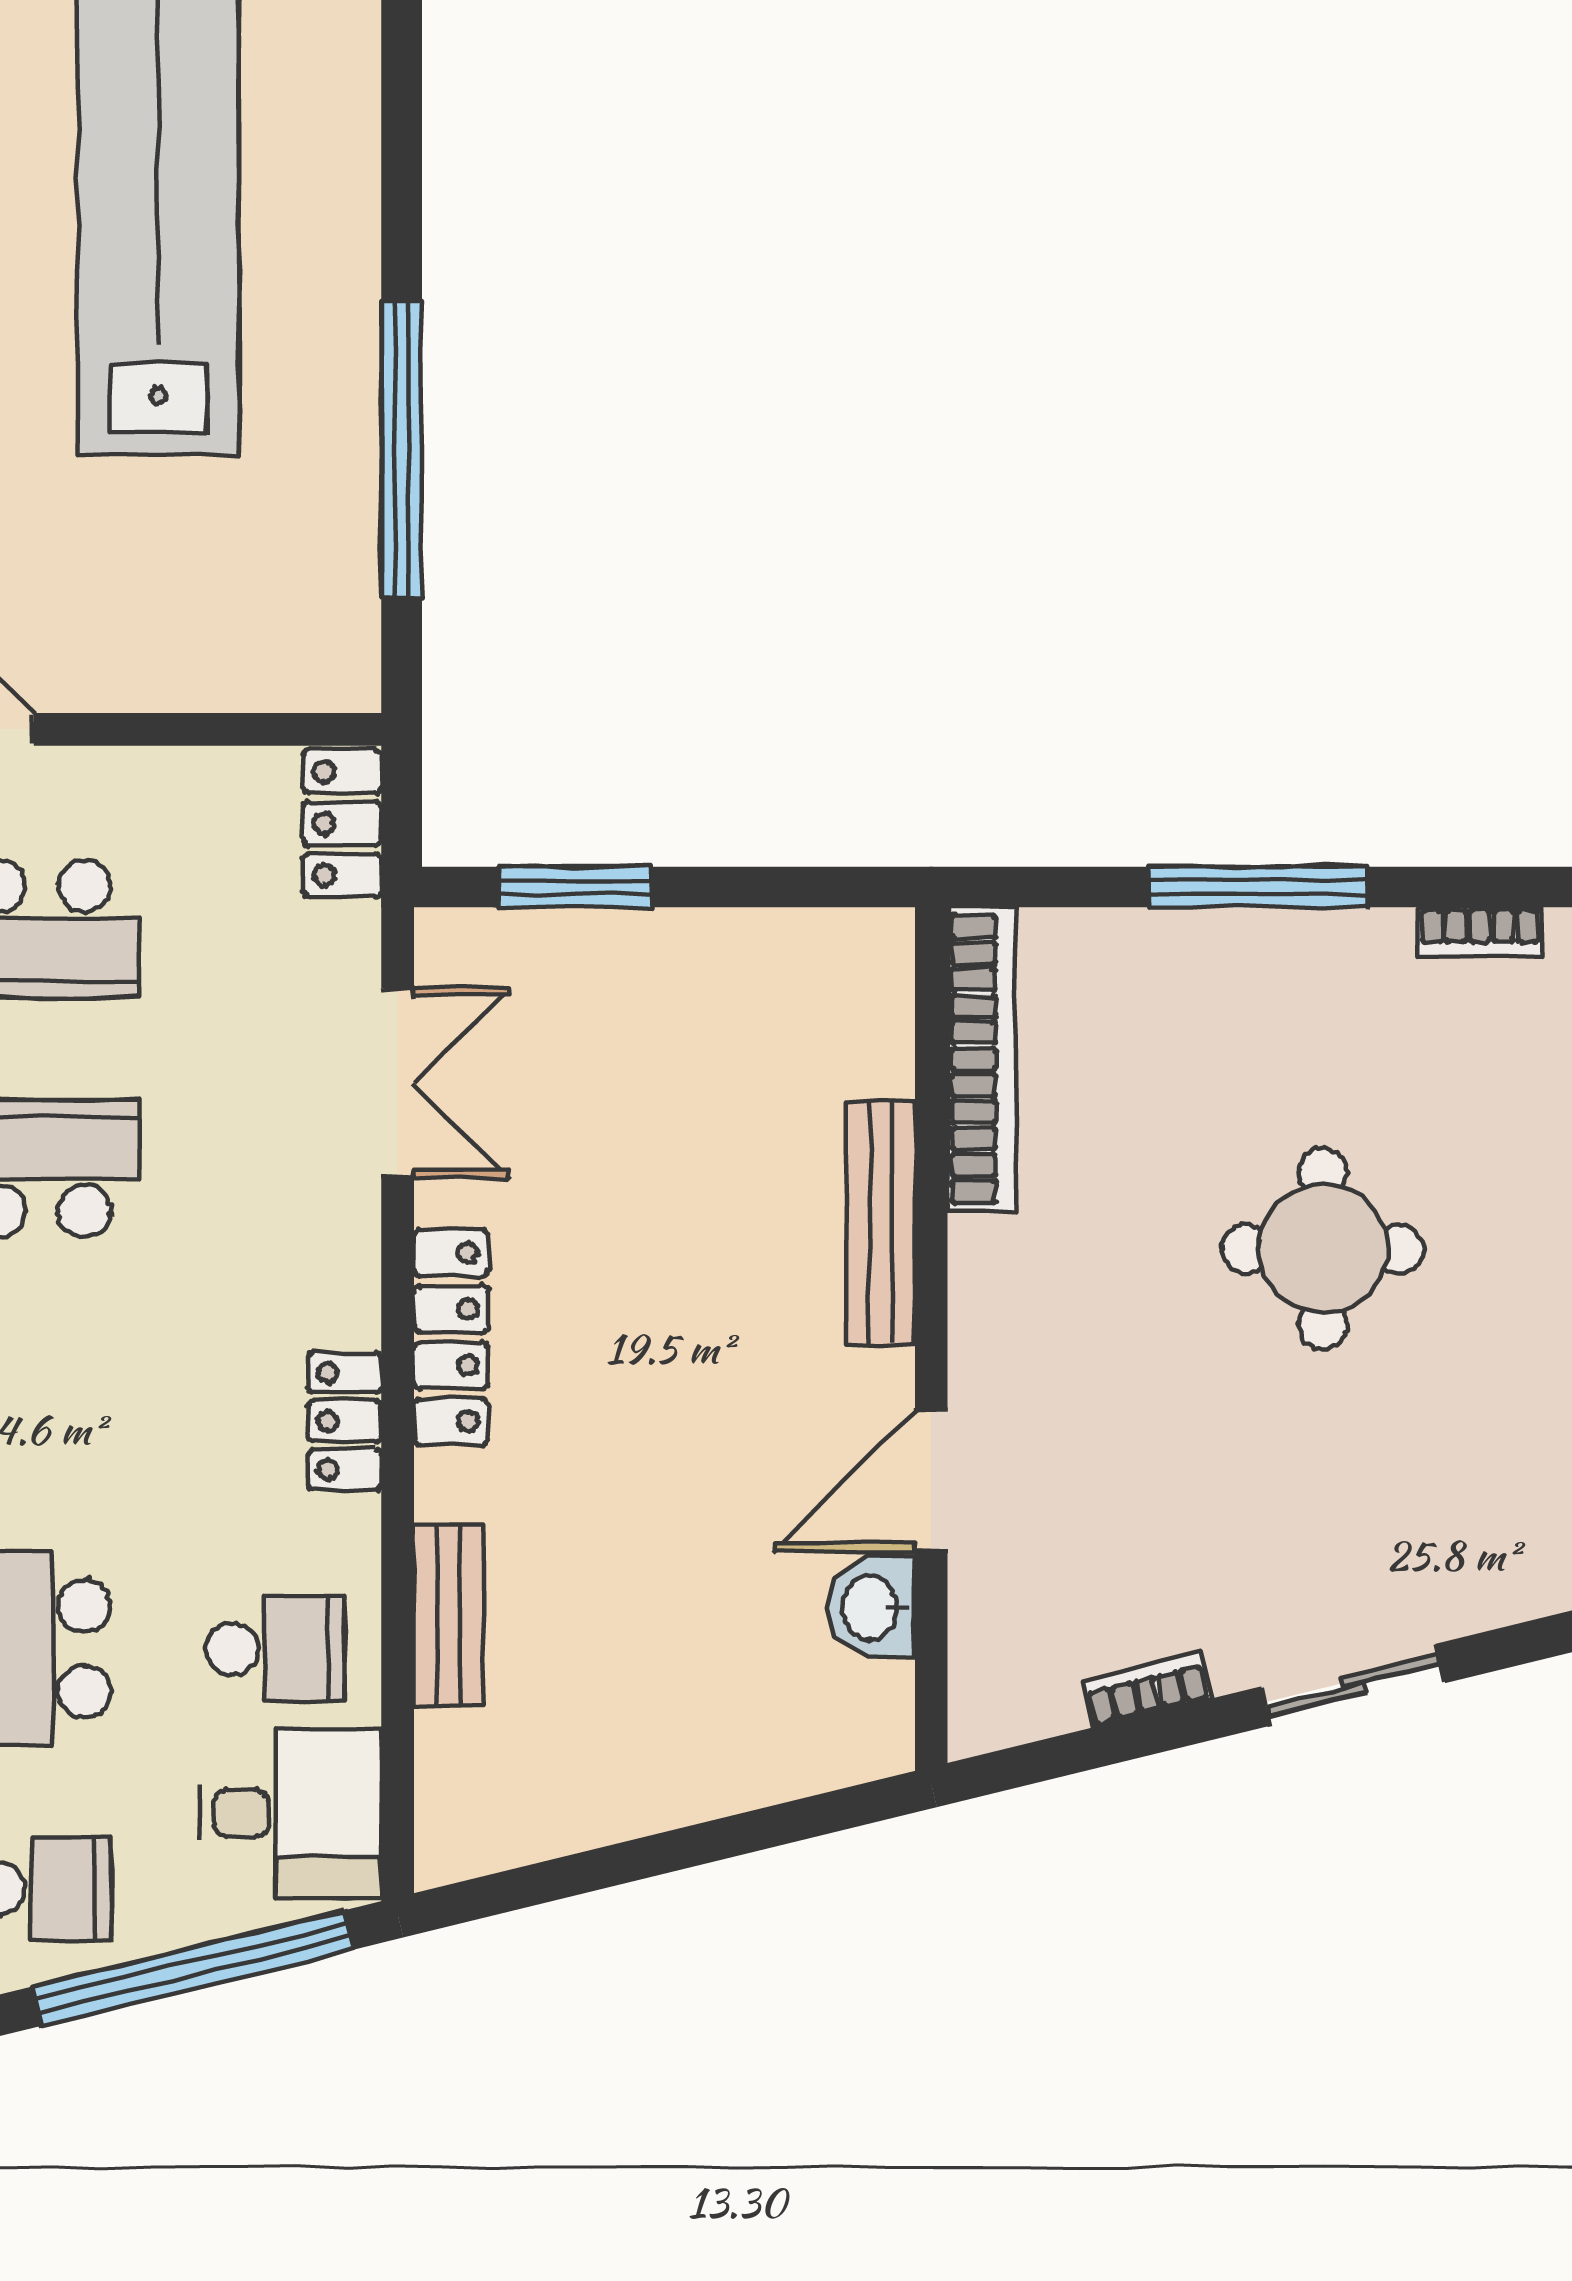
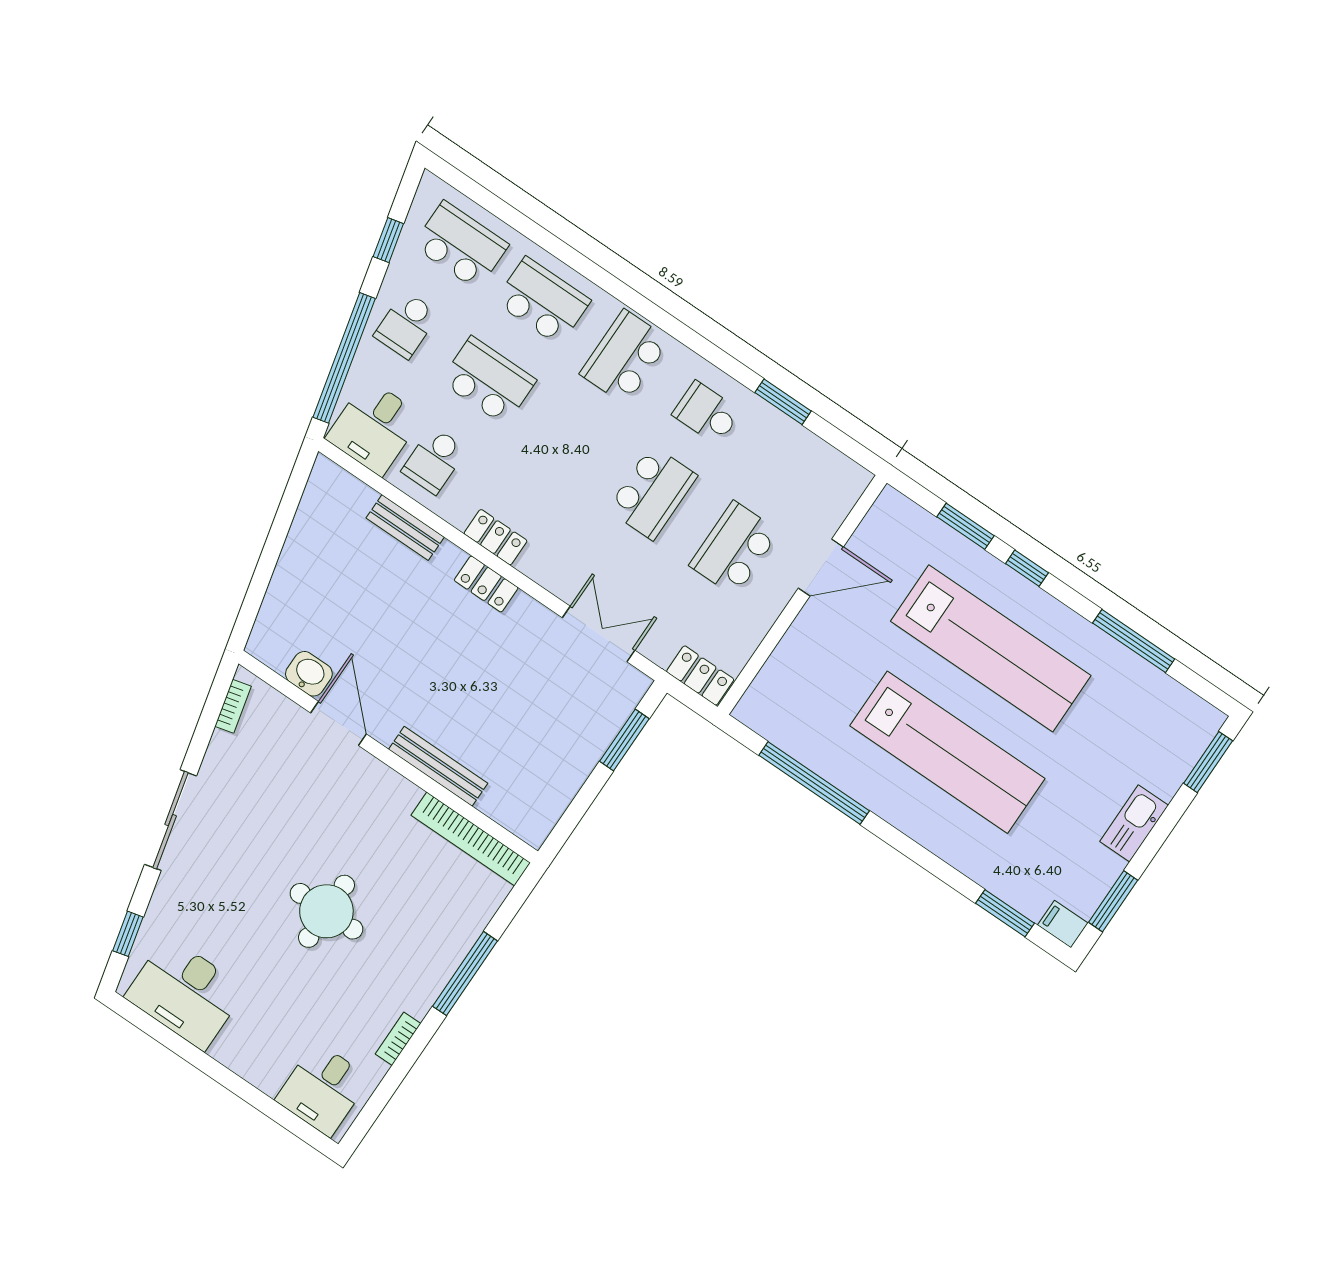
double door: (398, 1083) -> (599, 634), swing flipped
locker: (451, 1337) -> (486, 584), width x0.66
sliding door: (1353, 1685) -> (171, 820), width x1.37
bookcase: (1146, 1689) -> (233, 706), moved

